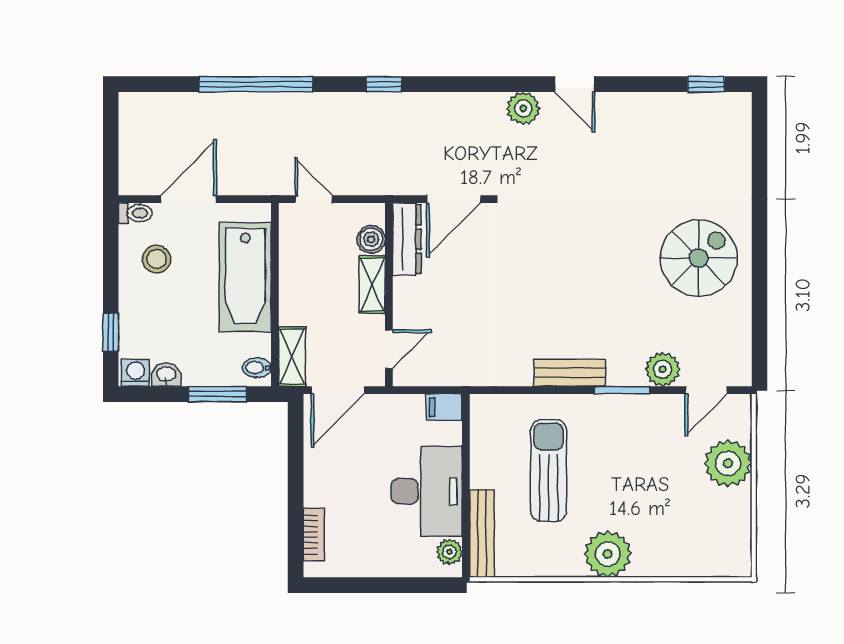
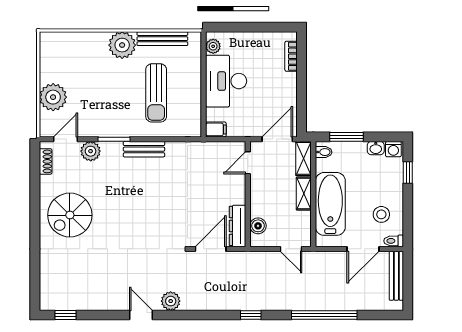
bench: (130, 152) -> (396, 276), added
shelving: (372, 285) -> (304, 194), moved
shoe rack: (741, 351) -> (46, 161), added
bench: (482, 533) -> (162, 39), moved, turned 90

